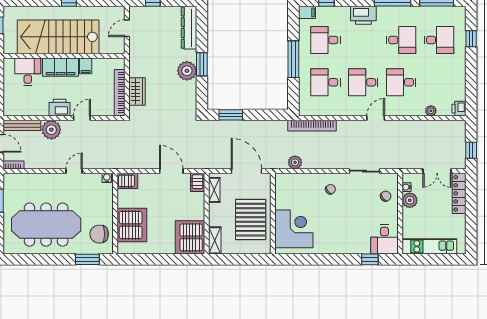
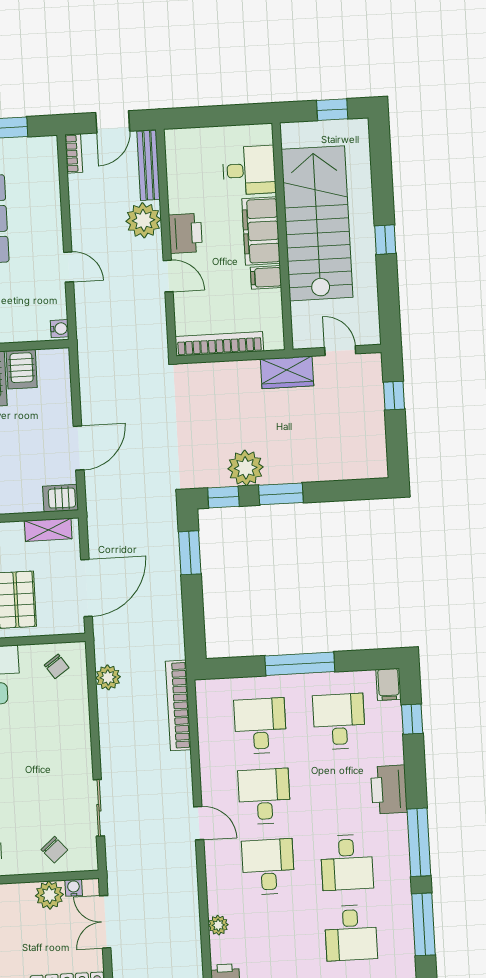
dresser: (189, 28) -> (348, 466), removed
plant: (187, 71) -> (246, 468), moved
wardrobe: (137, 91) -> (287, 372), moved
window: (202, 95) -> (223, 497), added
double door: (437, 171) -> (105, 922), moved
server rack: (127, 181) -> (22, 369), moved
chair: (330, 189) -> (57, 666), moved

